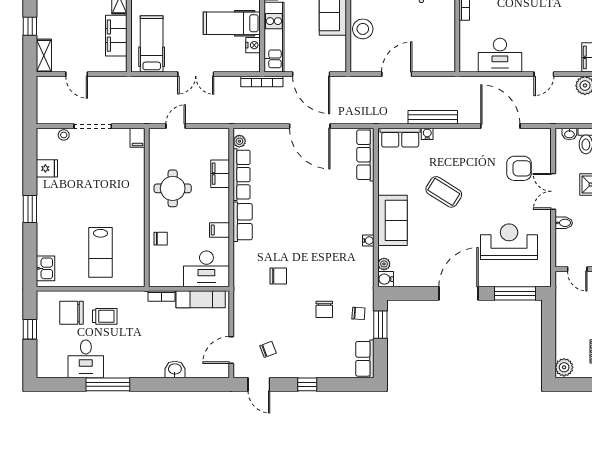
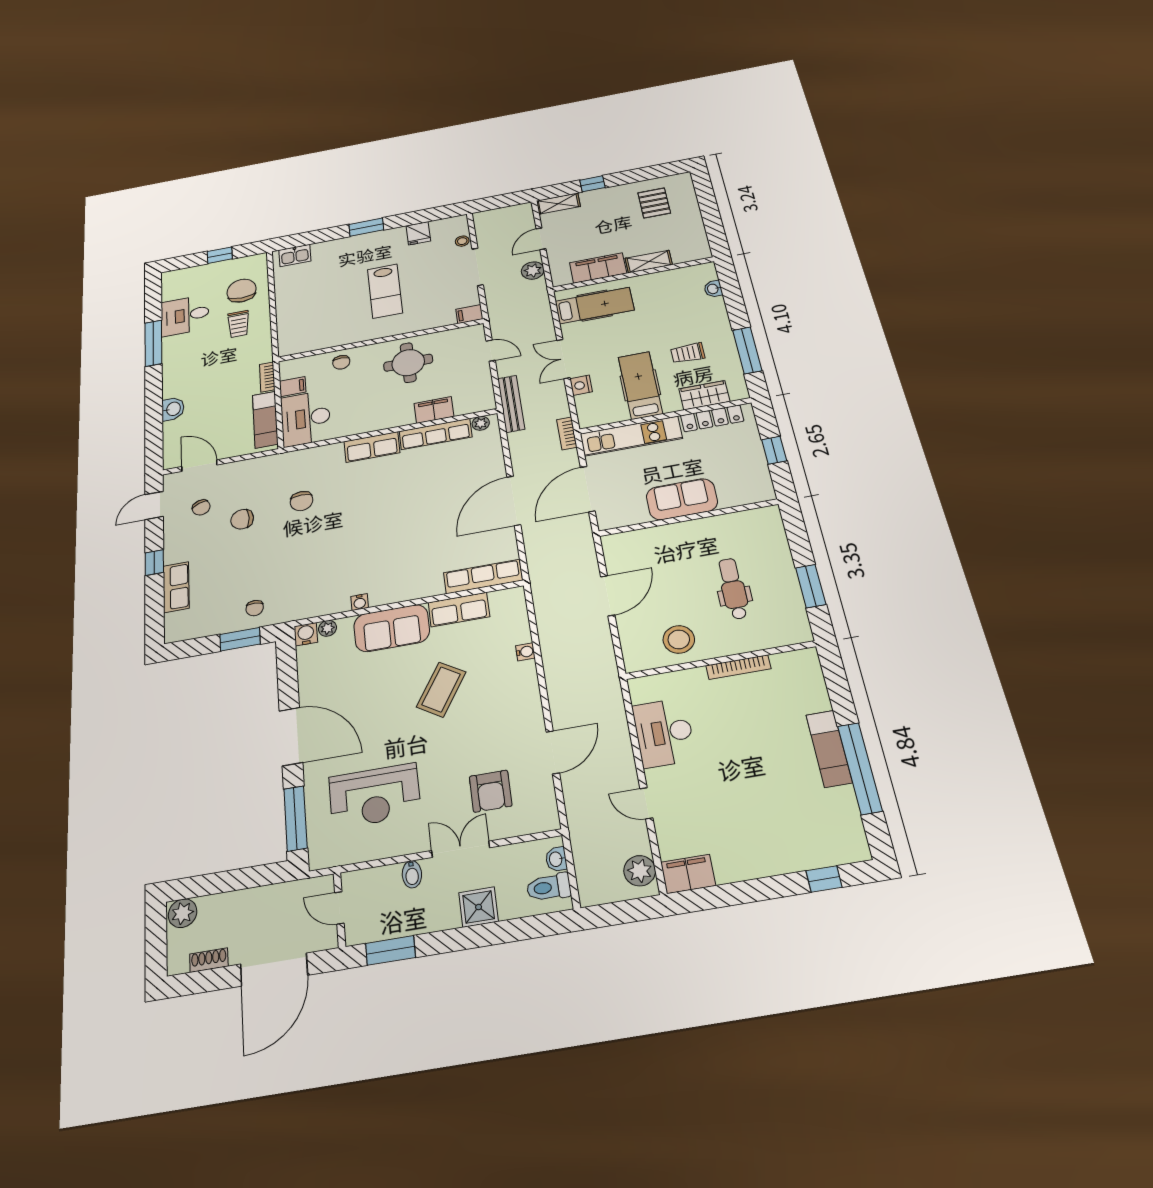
stool: (363, 29) -> (679, 639), moved
nightstand: (253, 45) -> (581, 385), moved, turned 90
door: (397, 74) -> (608, 596), hinge flipped
bookcase: (262, 81) -> (567, 433), width x0.64
plant: (107, 85) -> (533, 271), added
bench: (433, 117) -> (511, 404), moved
door: (500, 126) -> (553, 752), width x0.73
row of seats: (400, 138) -> (459, 610), moved, turned -90
filing cabinet: (220, 230) -> (293, 387), moved, turned 90
reception desk: (509, 242) -> (375, 796), turned 90
lab bench: (100, 252) -> (385, 291), moved, turned -90
door: (577, 269) -> (339, 908), hinge flipped
chair: (324, 309) -> (242, 519), moved
row of seats: (365, 359) -> (176, 587), moved, turned 90

